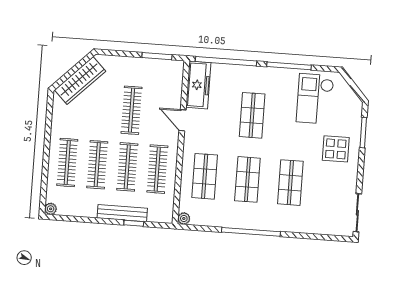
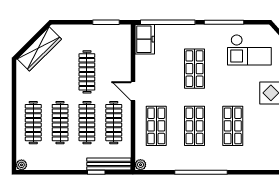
freezer: (198, 85) -> (145, 39), width x0.71
checkout: (315, 99) -> (249, 50), turned -90
door: (183, 120) -> (133, 91), moved
bench: (122, 213) -> (109, 164), moved

